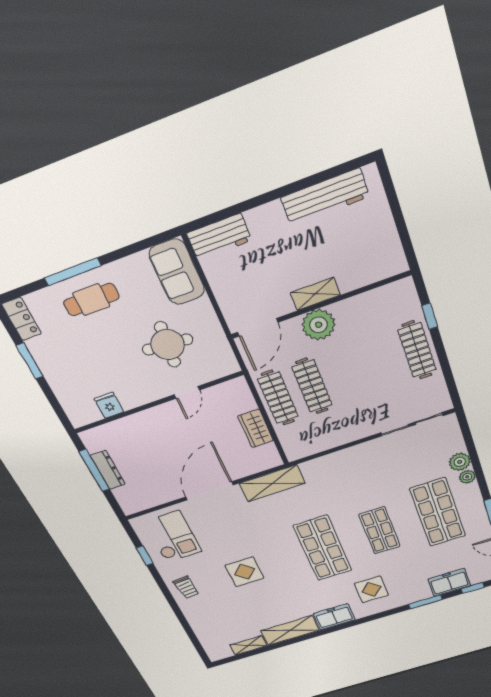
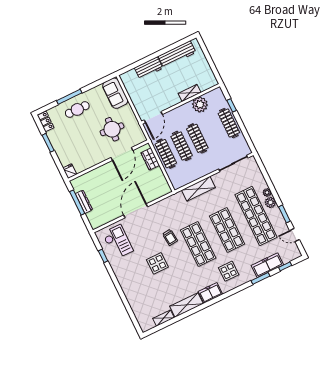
workbench: (219, 237) -> (149, 68), moved
shelving: (315, 294) -> (190, 93), moved
plant: (319, 325) -> (200, 105), moved
clothes rail: (347, 374) -> (197, 138), added
door: (187, 392) -> (122, 154), width x1.87
fridge: (109, 405) -> (70, 171), moved
wardrobe: (256, 428) -> (150, 159), moved
plant: (460, 462) -> (270, 202), moved
shelving: (272, 483) -> (198, 189), moved
shop shelf: (438, 512) -> (256, 216), width x1.40
shop shelf: (380, 530) -> (227, 230), width x1.43, depth x1.36
freezer: (449, 582) -> (267, 265), width x1.40
trolley: (186, 587) -> (170, 237), moved

